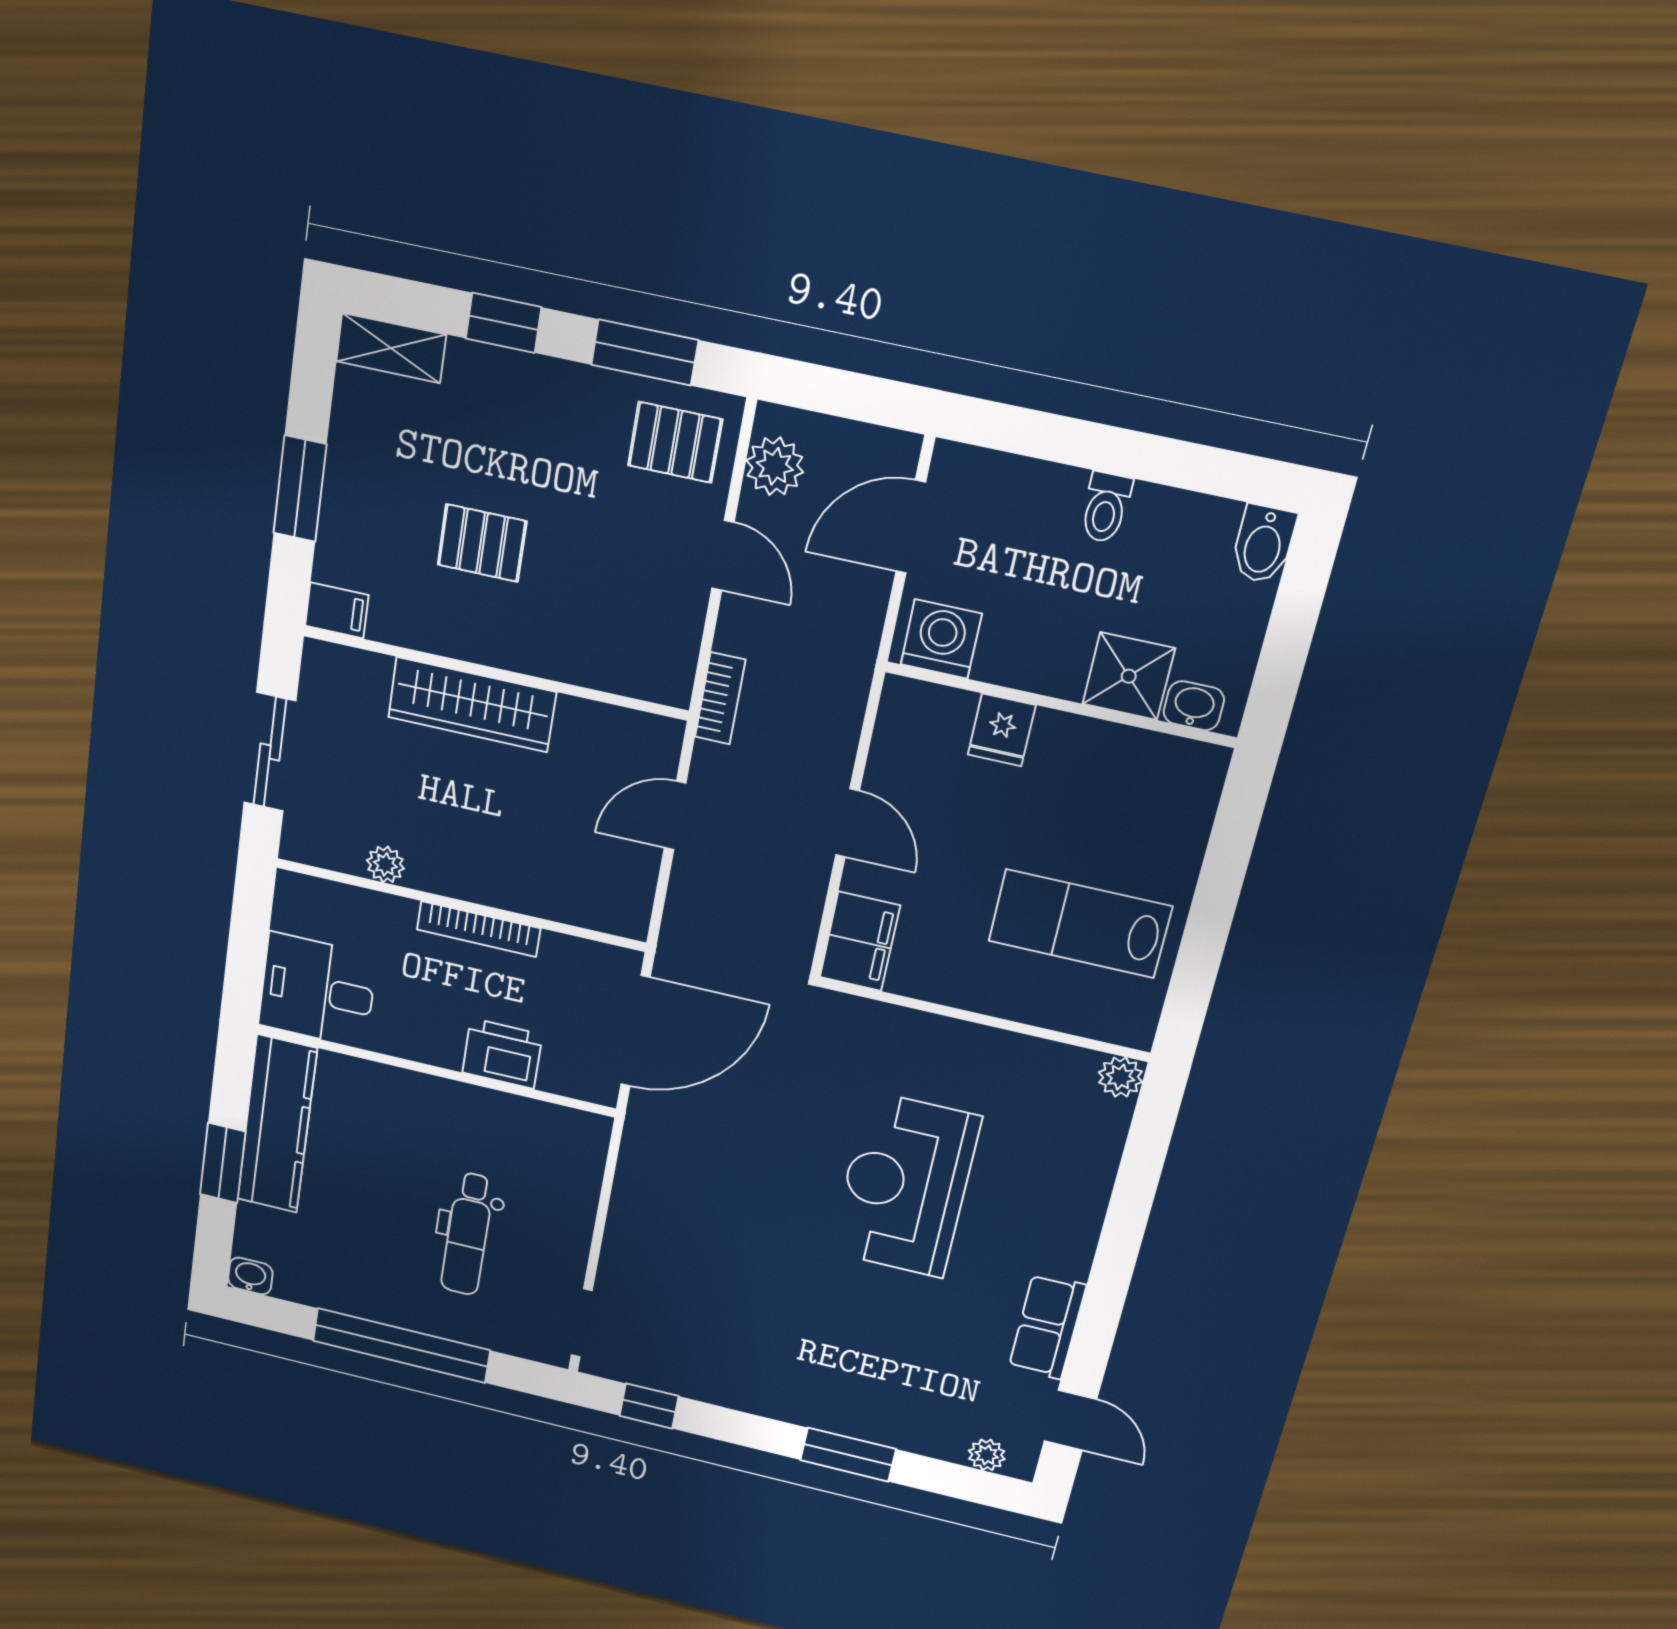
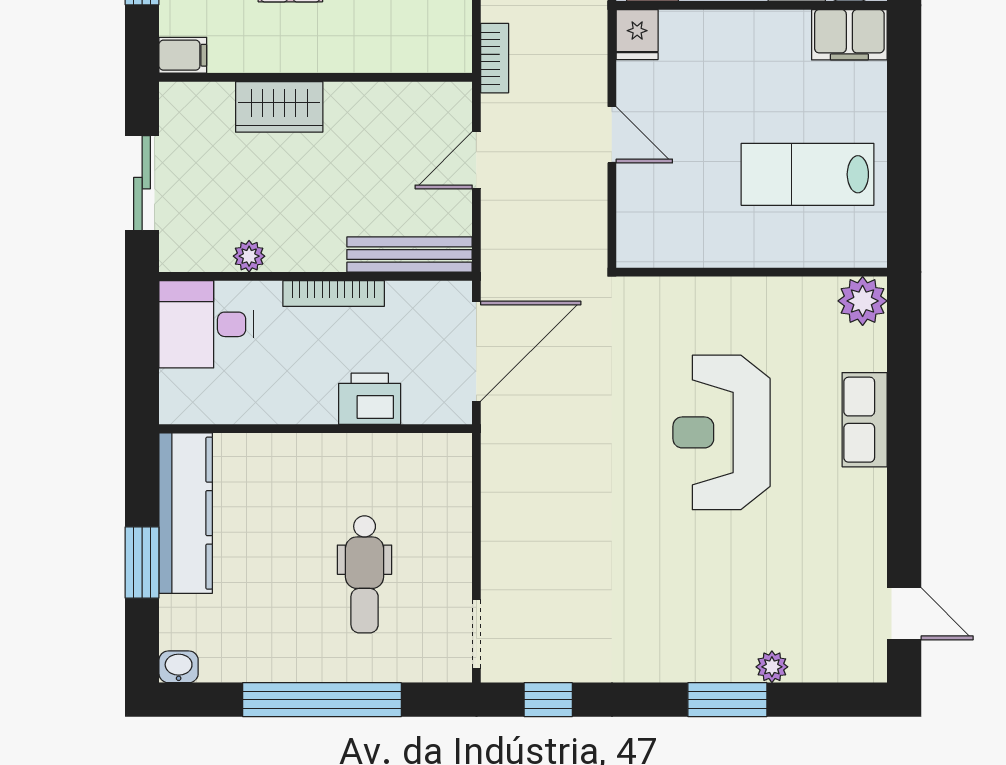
wardrobe: (472, 705) -> (279, 107), width x0.67
fridge: (1002, 730) -> (637, 35), moved
bench: (575, 906) -> (410, 254), added
filing cabinet: (860, 941) -> (849, 35), moved, turned 90
desk: (317, 990) -> (206, 324), moved
plant: (1120, 1077) -> (863, 301), width x1.38, depth x1.38
row of seats: (1047, 1326) -> (865, 420), moved
plant: (987, 1455) -> (772, 667), moved

